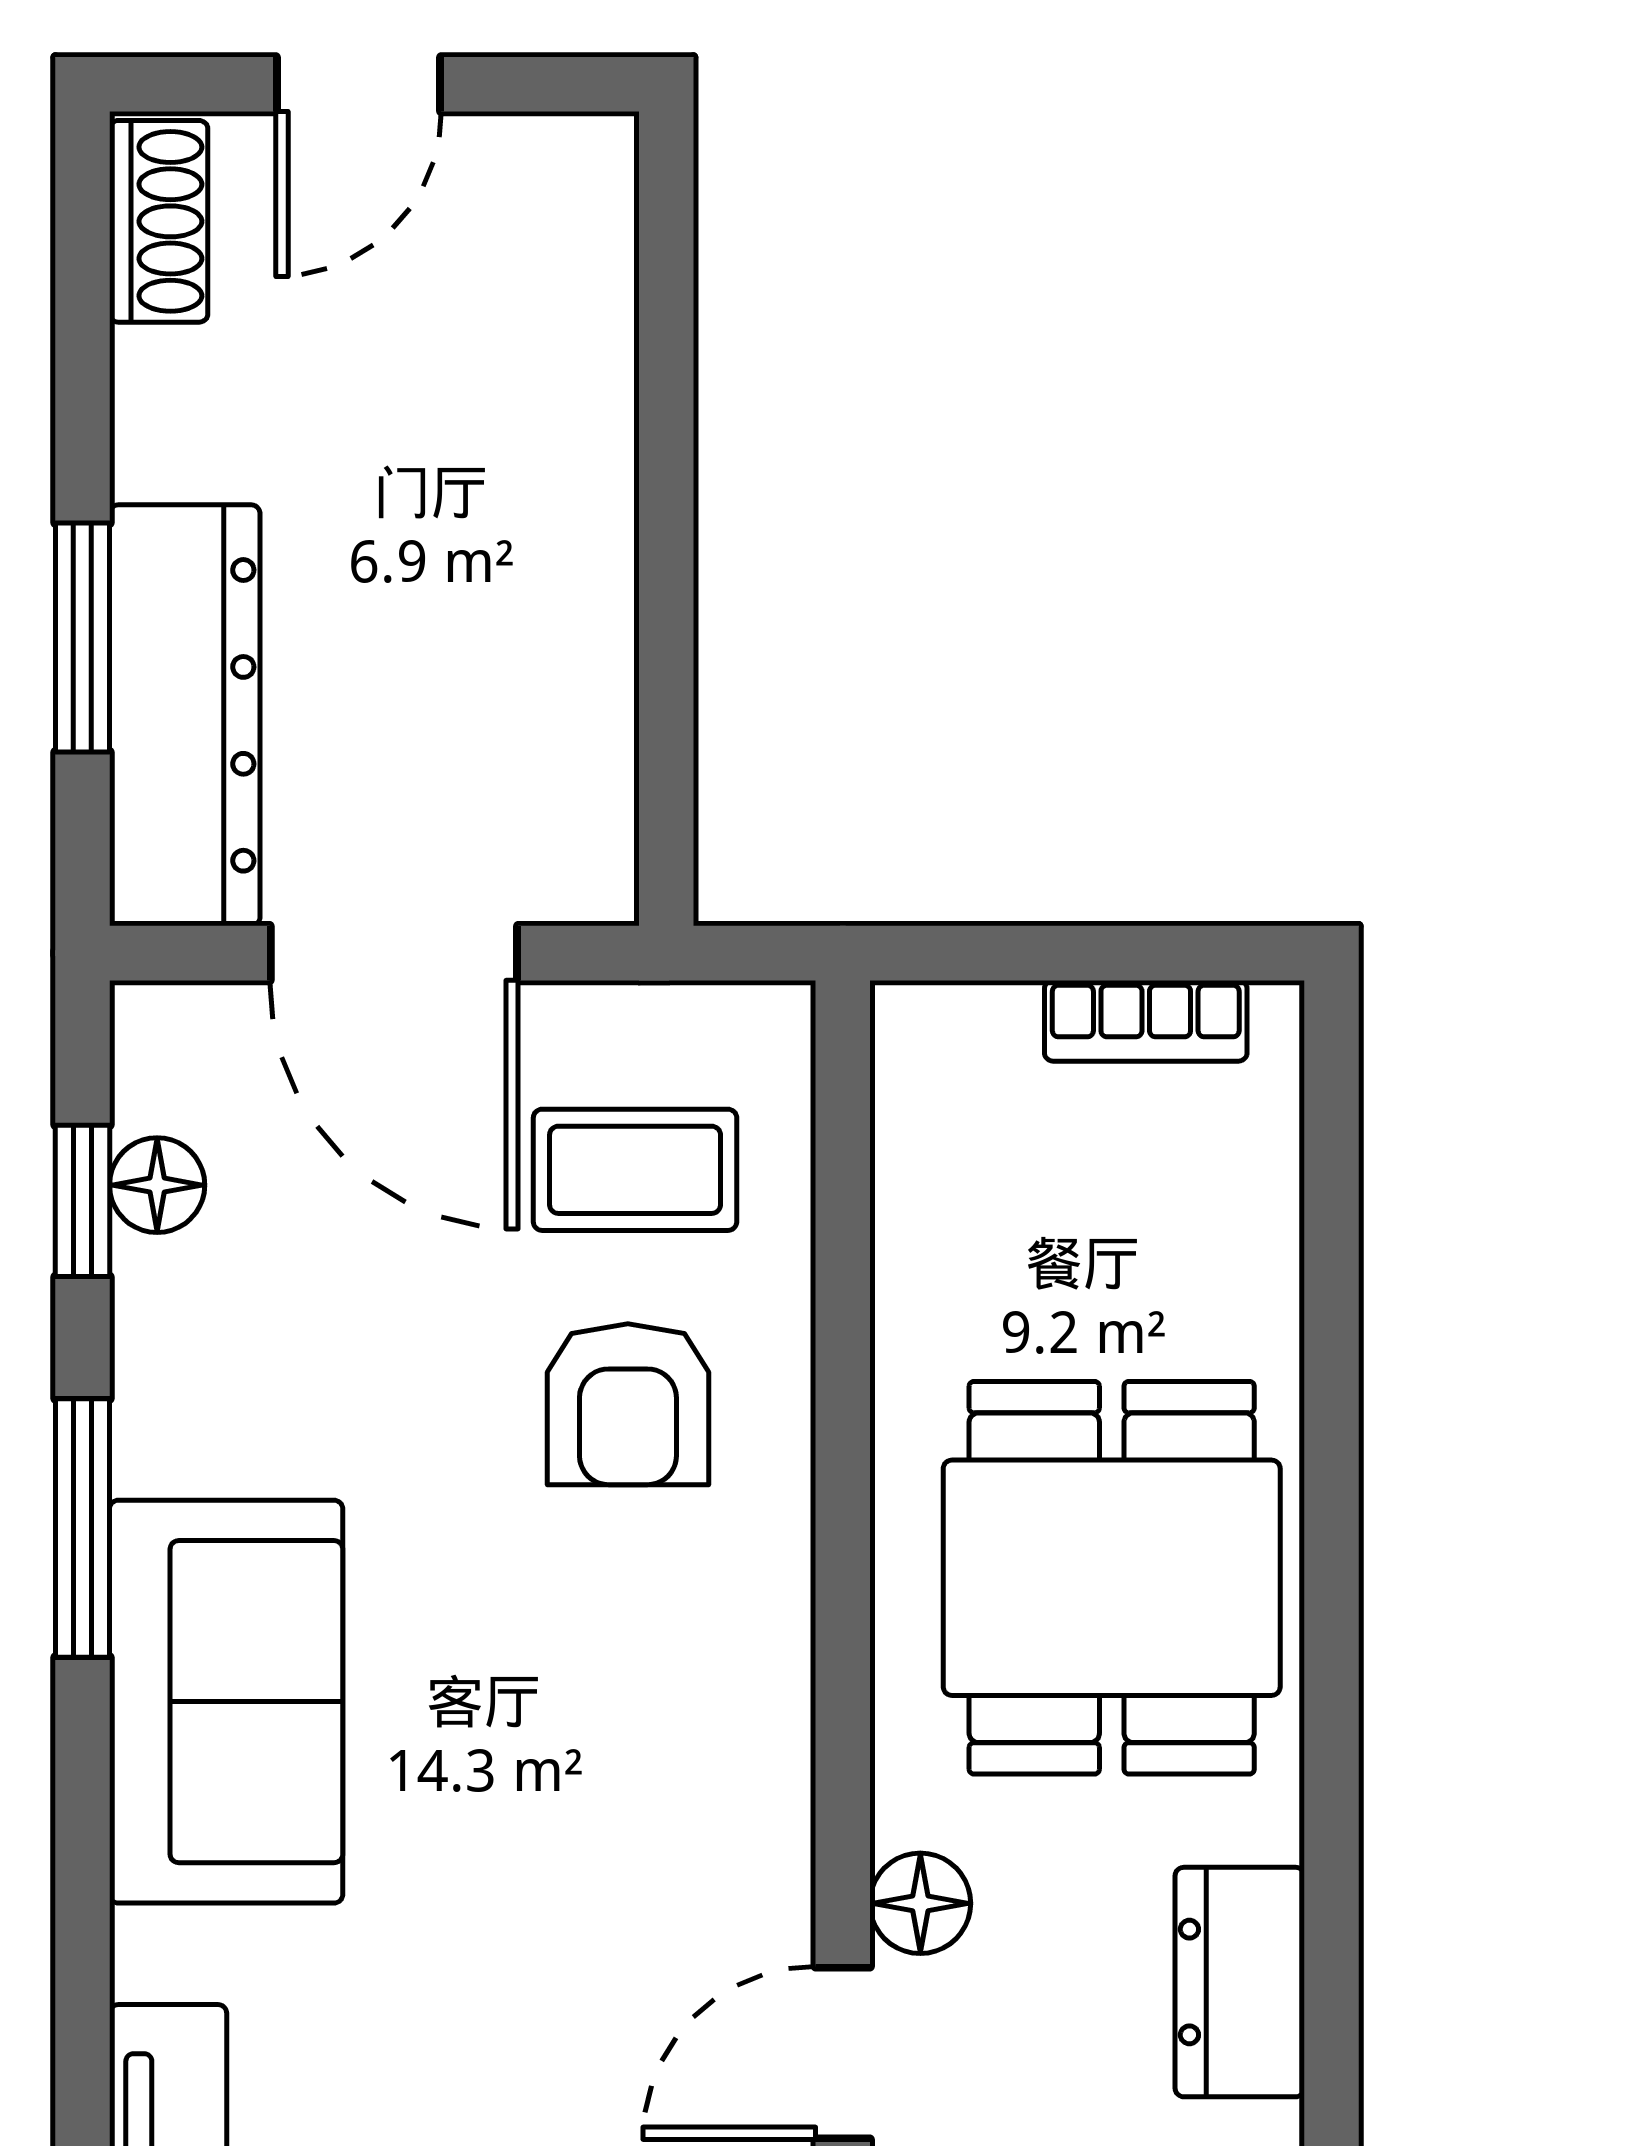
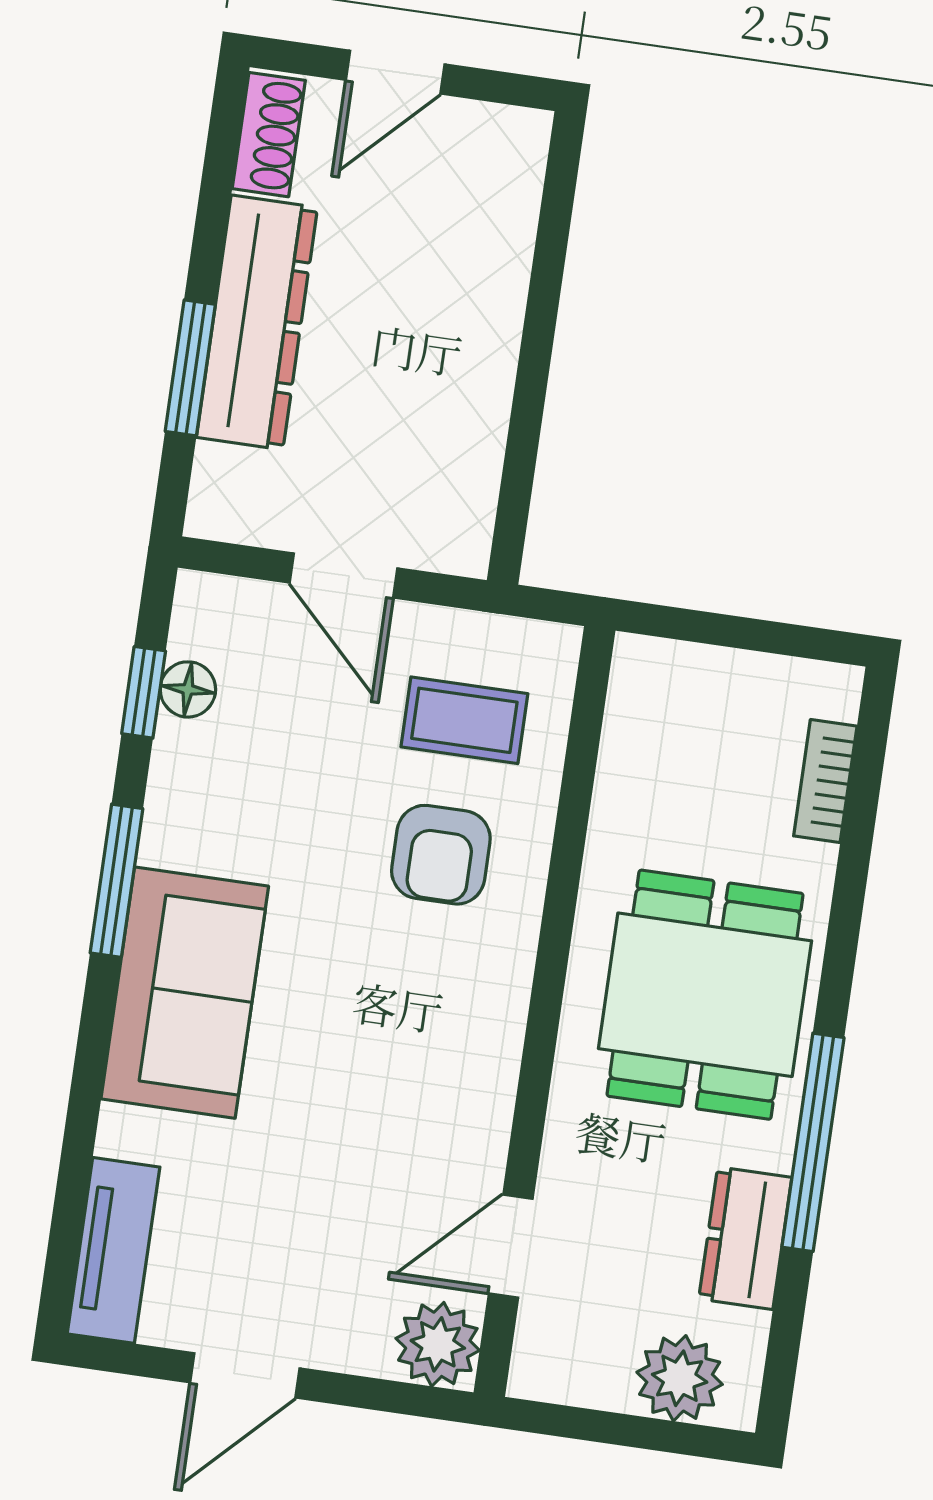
dresser: (185, 715) -> (257, 322), moved
door: (394, 953) -> (343, 575), width x0.73
bookcase: (1146, 1021) -> (825, 781), moved, turned 90
window: (1332, 1802) -> (813, 1142), added
floor lamp: (920, 1903) -> (568, 1166), removed

